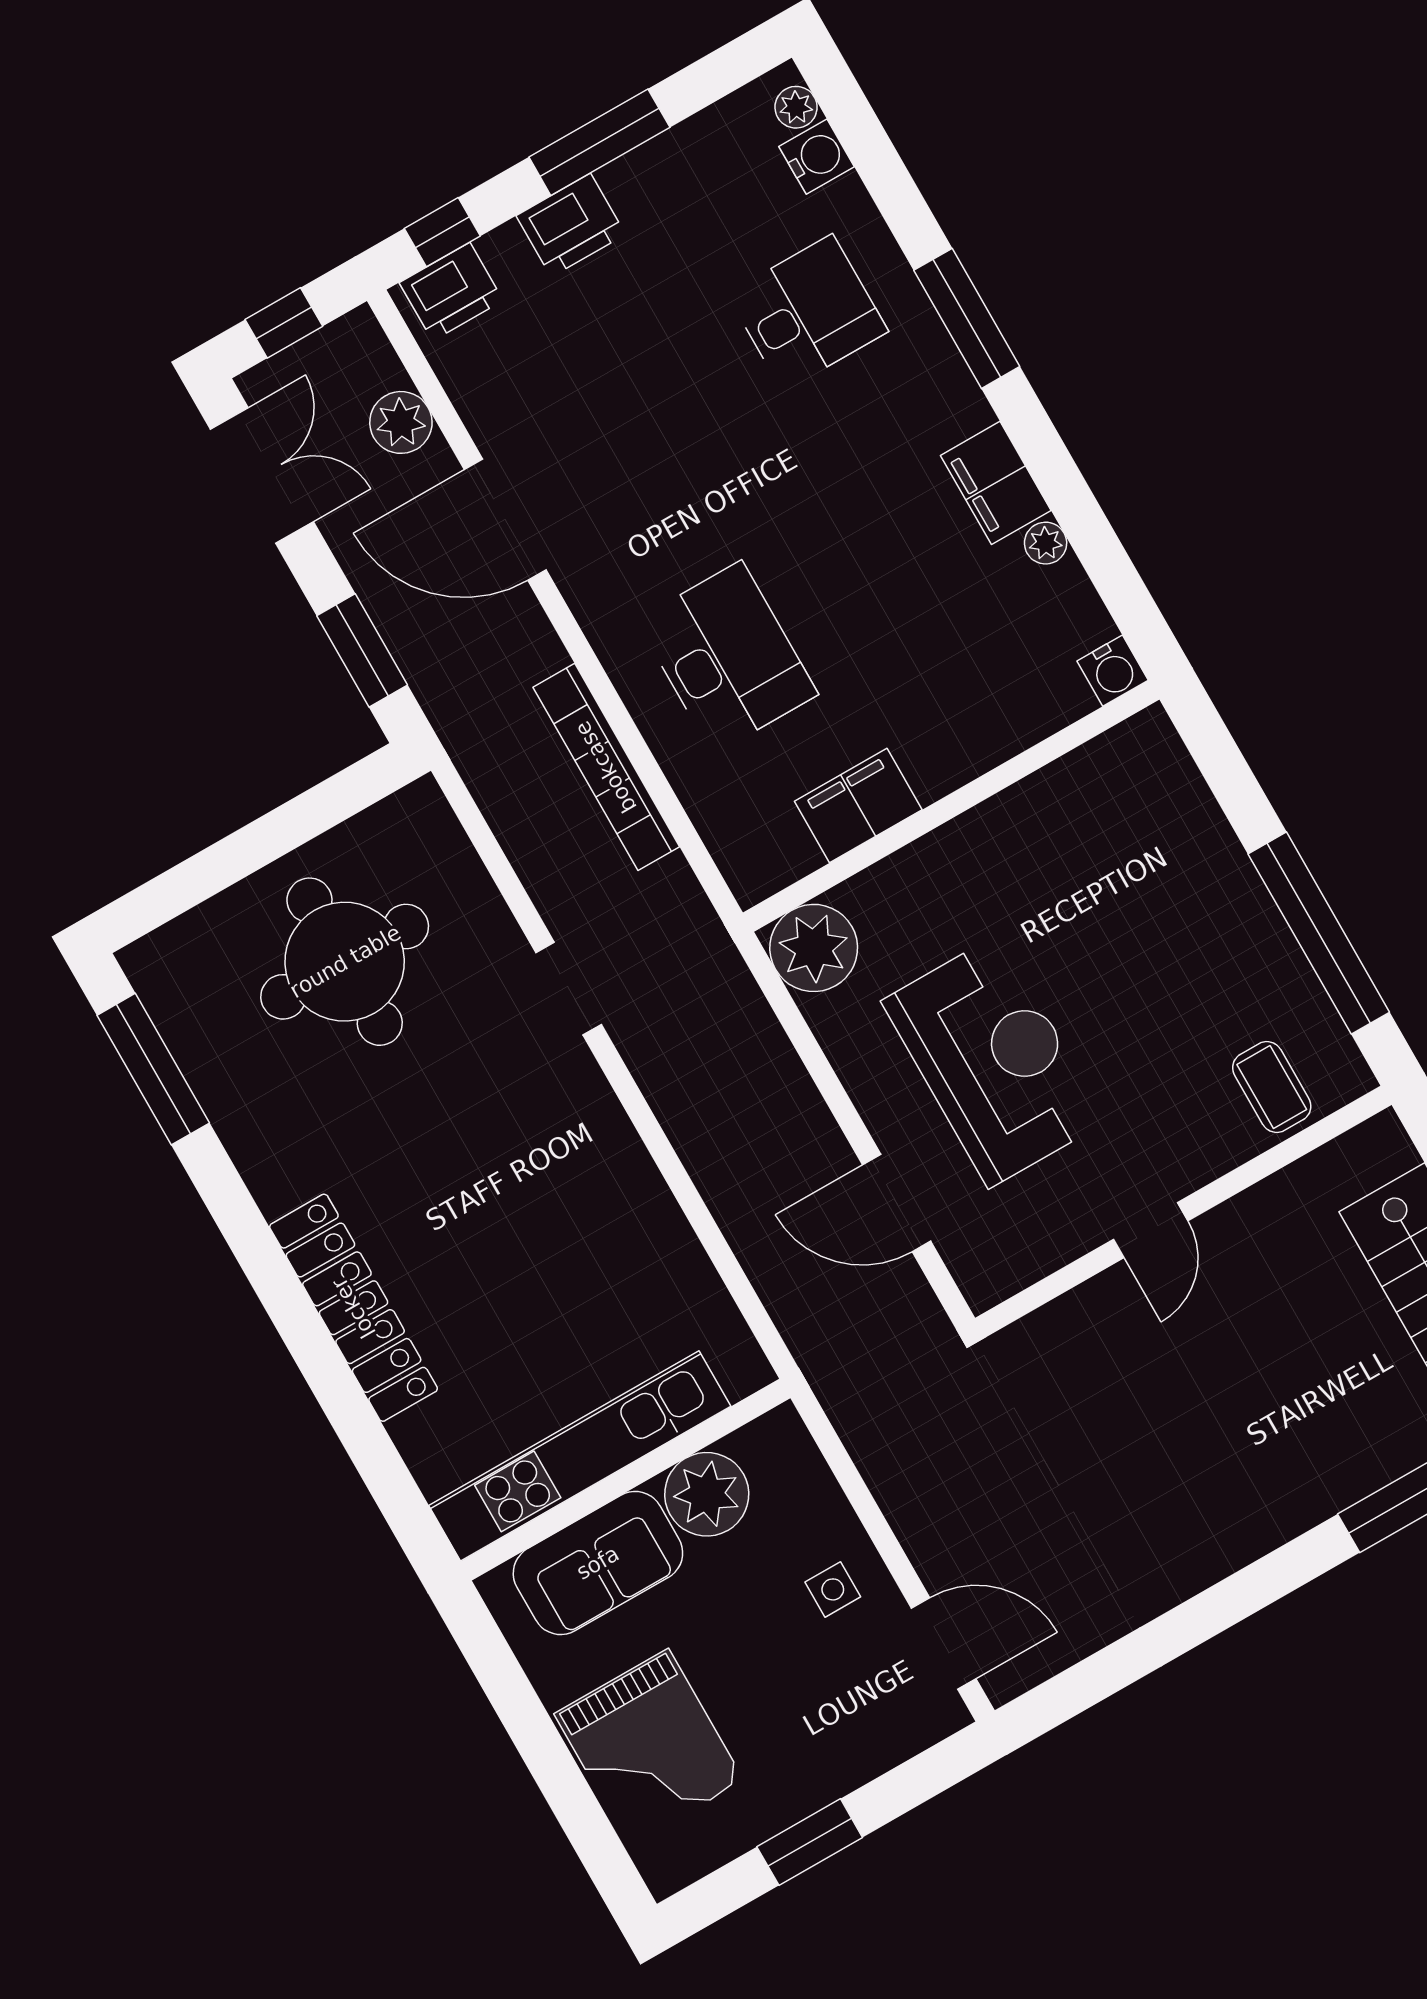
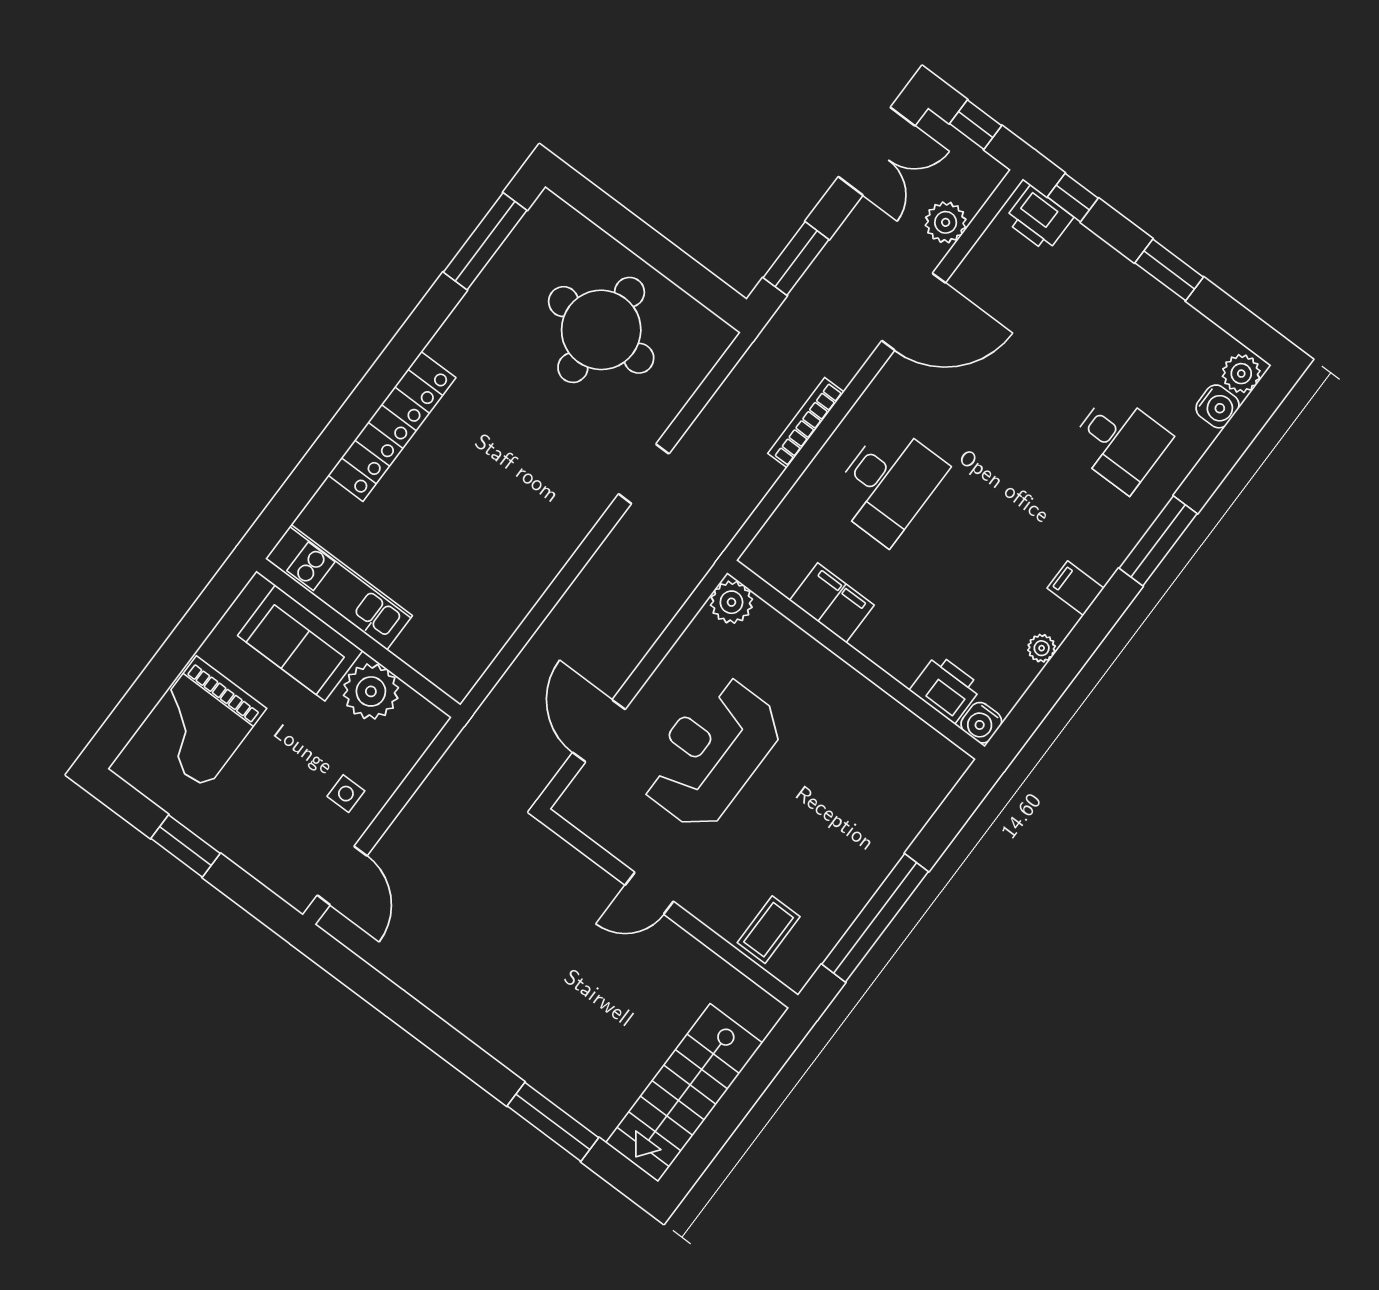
plant: (796, 107) -> (1241, 374), width x1.38, depth x1.38
window: (599, 142) -> (1169, 270), width x0.69
printer: (571, 225) -> (946, 688), moved, turned 180
filing cabinet: (996, 483) -> (1076, 588), width x0.50
door: (505, 520) -> (914, 312), swing flipped
bookcase: (606, 767) -> (806, 423), width x0.68, depth x0.76
plant: (814, 948) -> (731, 602), width x0.73, depth x0.73
reception desk: (994, 1061) -> (711, 753), turned 180
kitchen unit: (580, 1456) -> (339, 587), width x0.73

